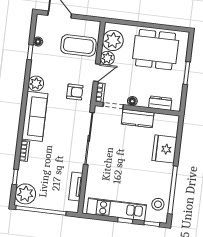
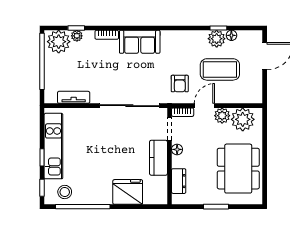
coffee table: (78, 45) -> (220, 69), moved, turned 90
door: (97, 73) -> (204, 106), swing flipped
plant: (36, 84) -> (217, 39), moved
sofa: (35, 116) -> (140, 42), width x0.73
plant: (22, 177) -> (77, 36), added

